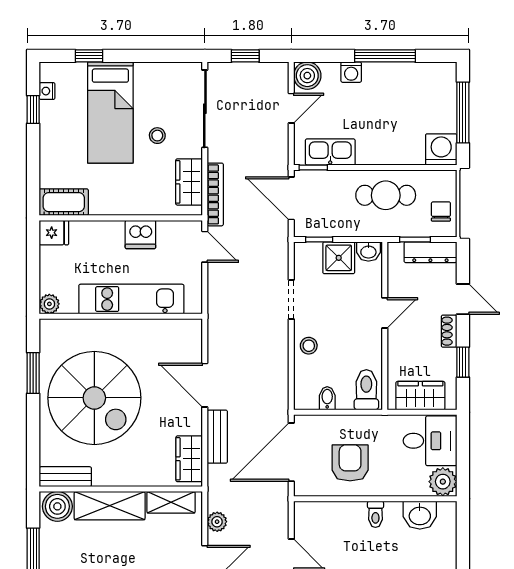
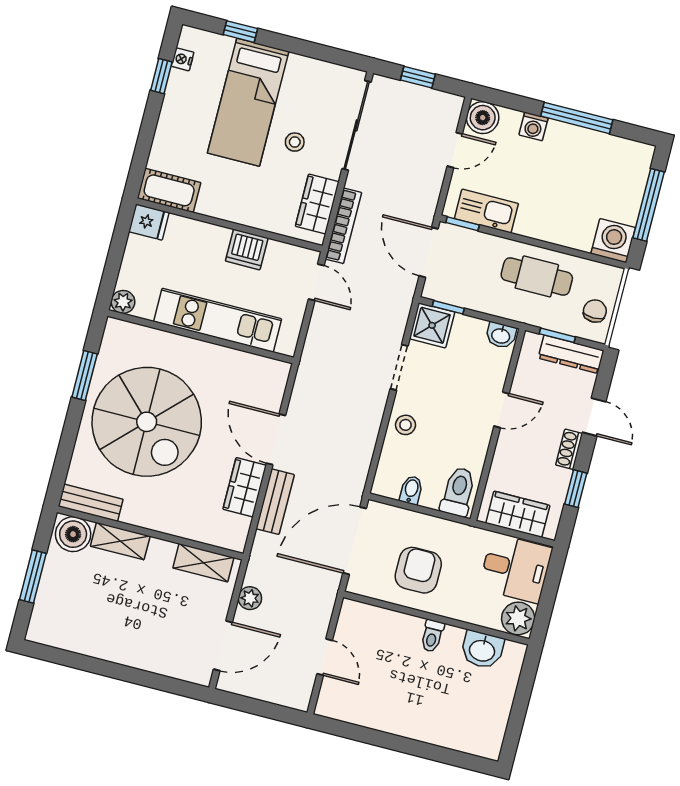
shower: (339, 258) -> (432, 325), moved
wardrobe: (189, 459) -> (245, 487), moved
shelving: (110, 506) -> (120, 541), width x0.67, depth x0.75

